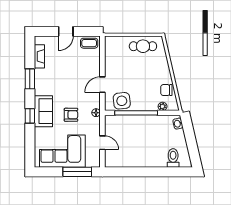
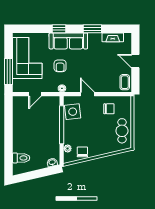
chair: (119, 61) -> (109, 109), added
sofa: (43, 111) -> (68, 41), width x1.36

